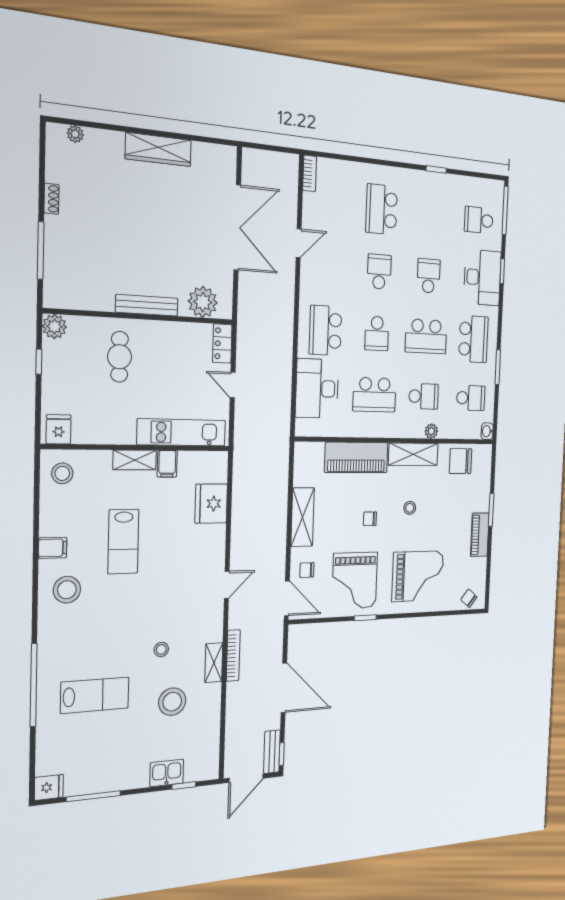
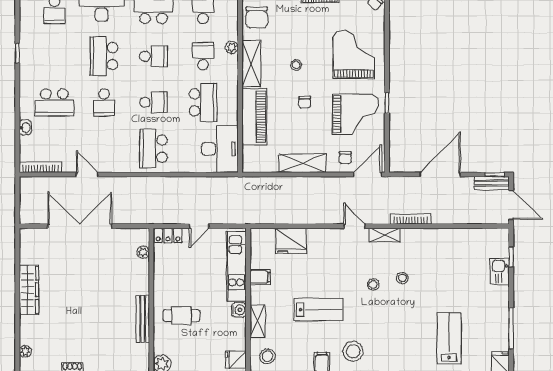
washbasin: (355, 169) -> (25, 128), added
bookcase: (310, 173) -> (41, 167), width x1.56
school desk: (379, 272) -> (104, 102), turned -90
school desk: (429, 276) -> (104, 56), width x1.85
plant: (203, 302) -> (143, 252), width x0.53, depth x0.53
bench: (147, 305) -> (143, 319), moved
school desk: (325, 330) -> (153, 149), turned 90
school desk: (426, 336) -> (153, 56), width x0.54
desk: (317, 389) -> (220, 149), moved, turned -90
water cooler: (125, 435) -> (239, 310), added
shelving: (135, 460) -> (257, 321), moved
shelving: (214, 663) -> (385, 235), moved
lab bench: (95, 695) -> (449, 338), moved
stool: (172, 702) -> (373, 285), moved, width x0.53, depth x0.53

